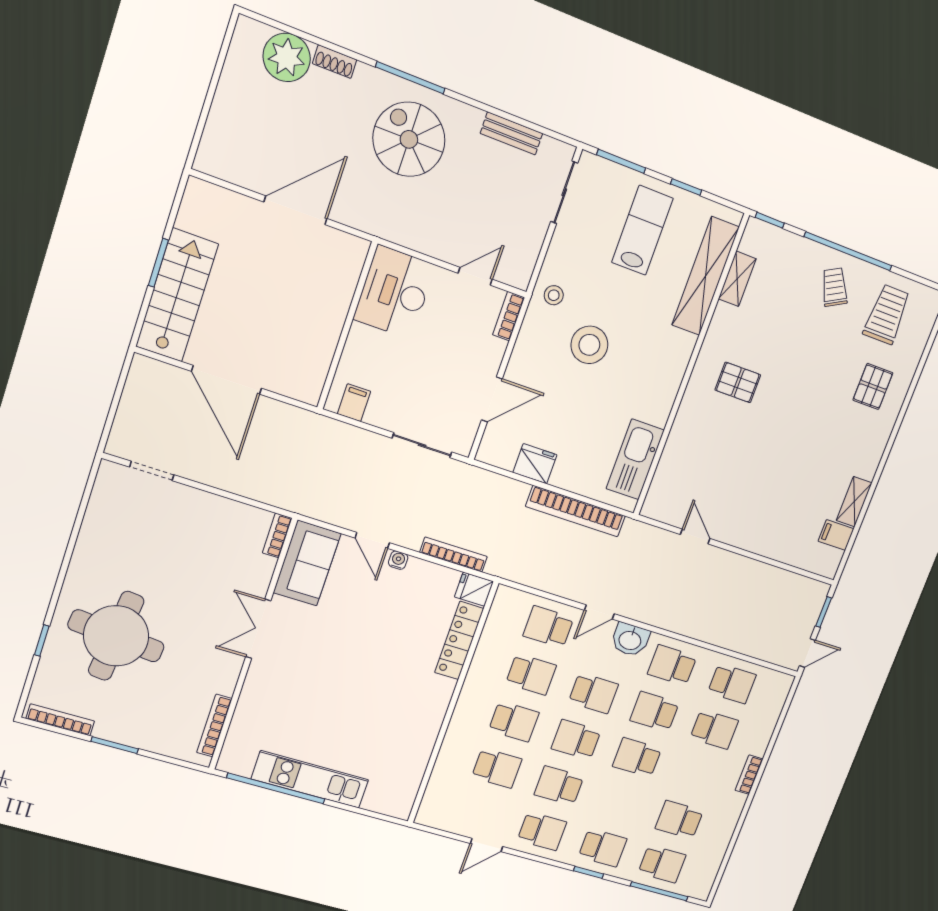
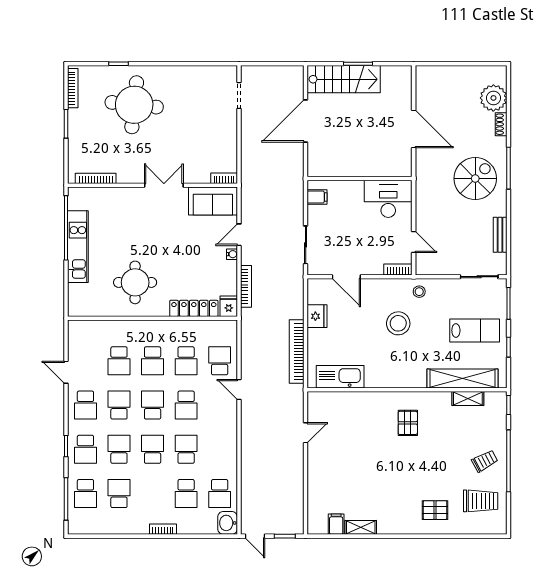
washbasin: (630, 640) -> (228, 523), moved
school desk: (672, 665) -> (119, 449), moved
round table: (391, 713) -> (135, 282), added

